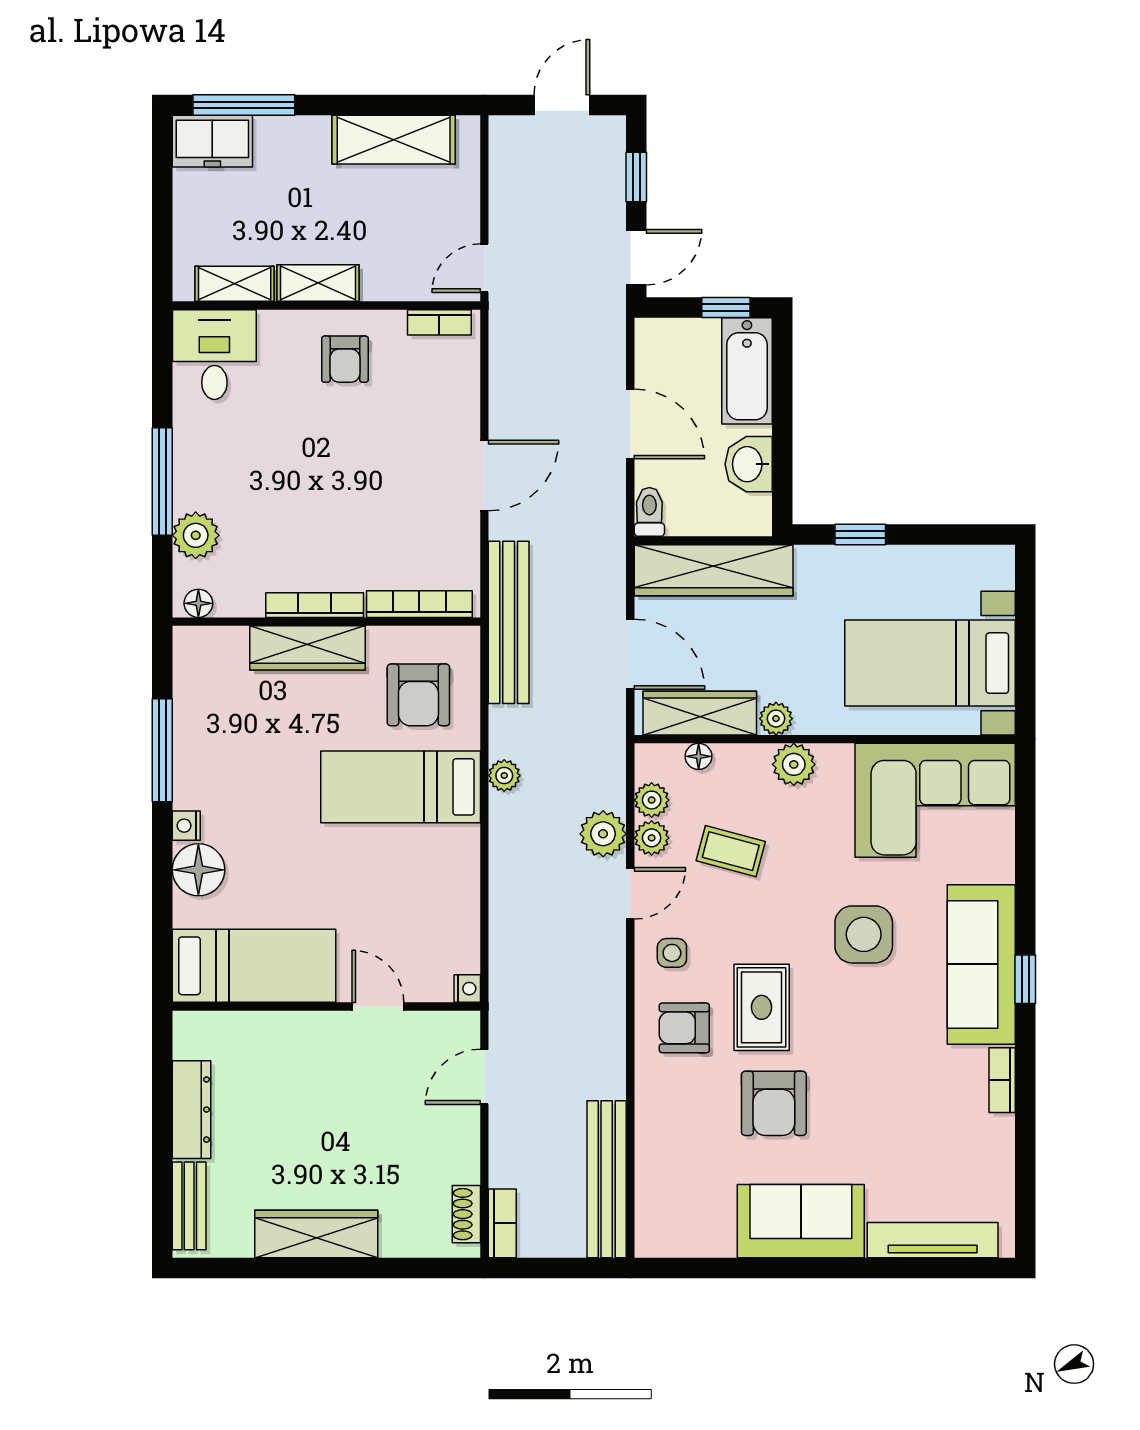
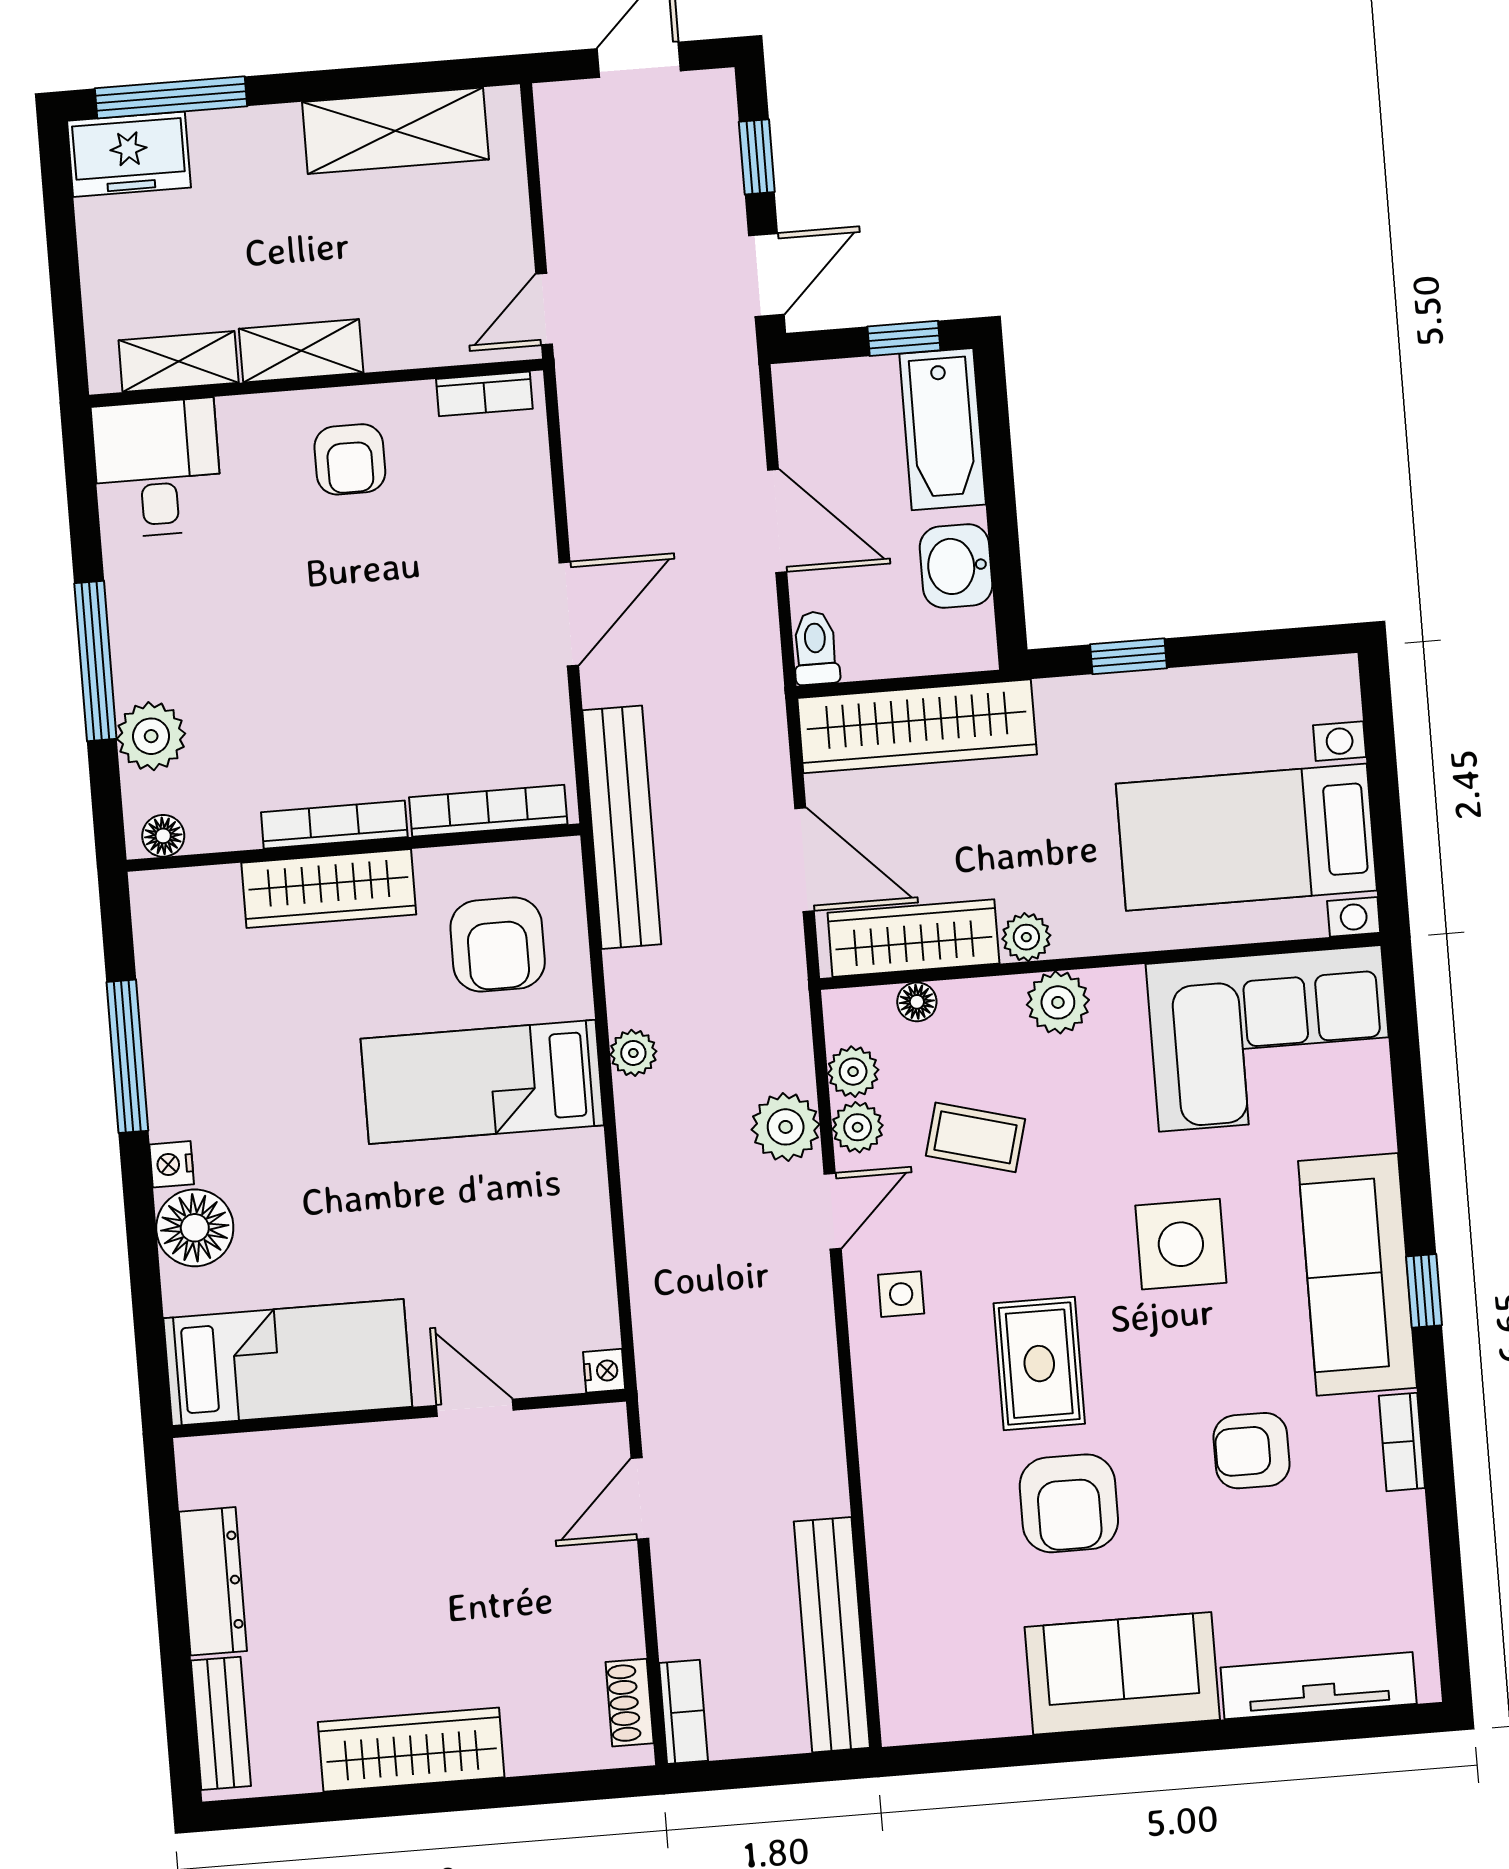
armchair: (684, 1028) -> (1252, 1451), moved

